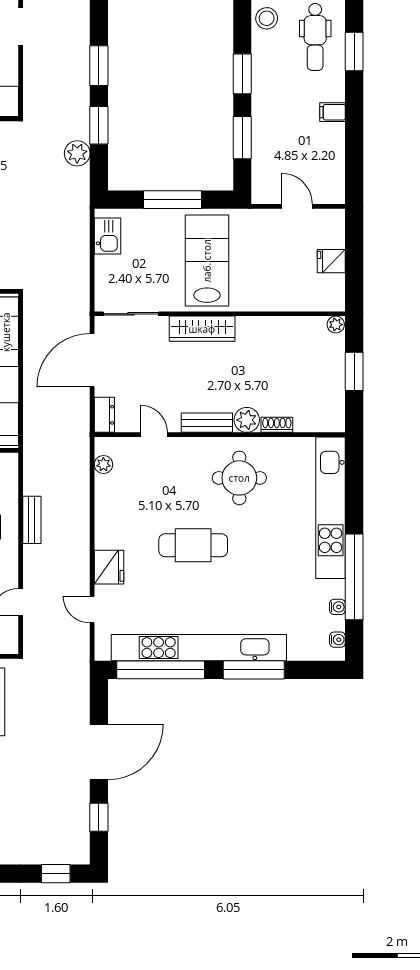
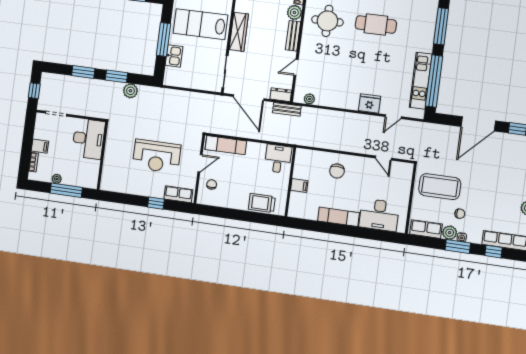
kitchen sink: (108, 236) -> (174, 56), moved, turned 90
bench: (32, 520) -> (287, 109), moved
cafe table: (193, 545) -> (376, 24), moved, turned 90
kitchen unit: (199, 648) -> (421, 81), width x0.54
door: (99, 752) -> (478, 124), swing flipped

